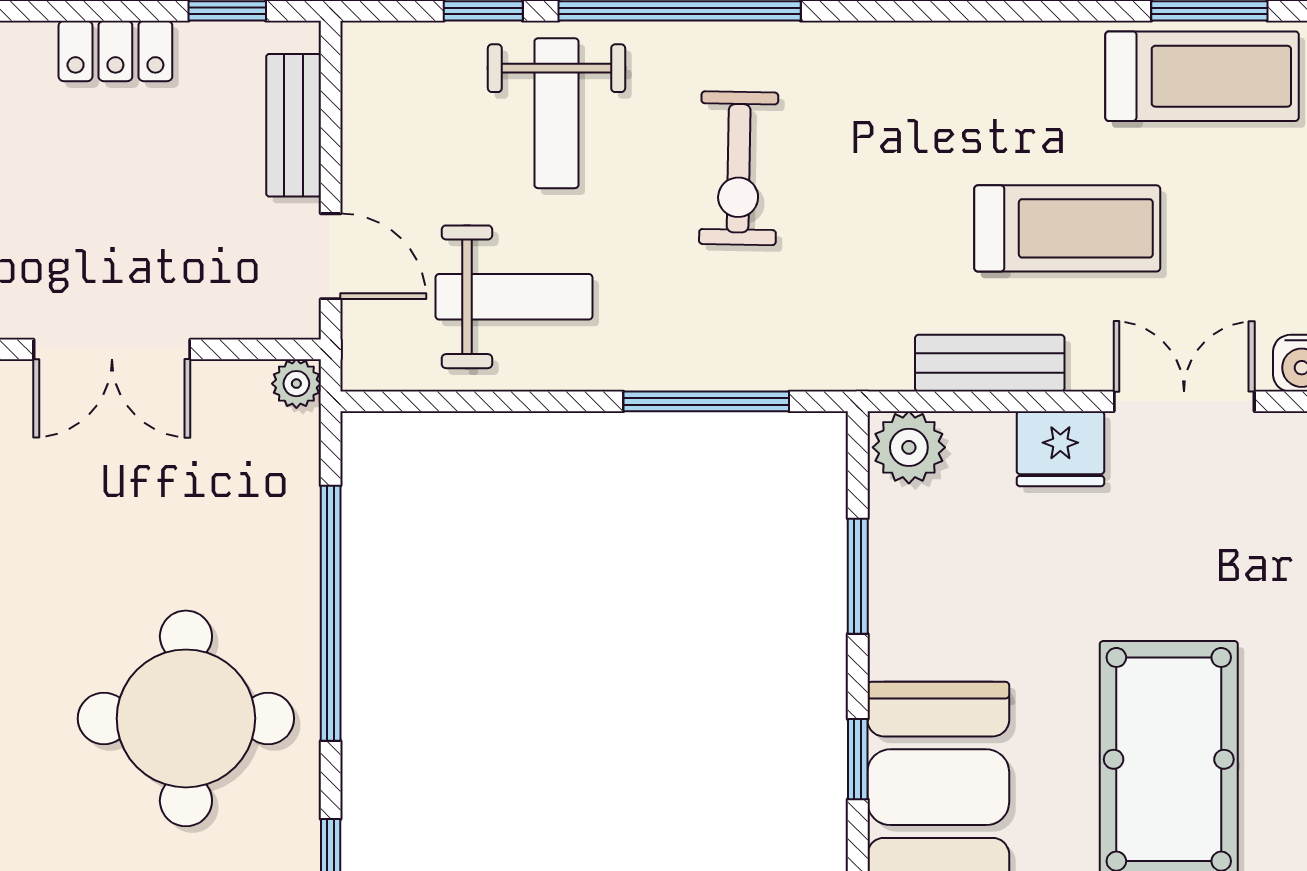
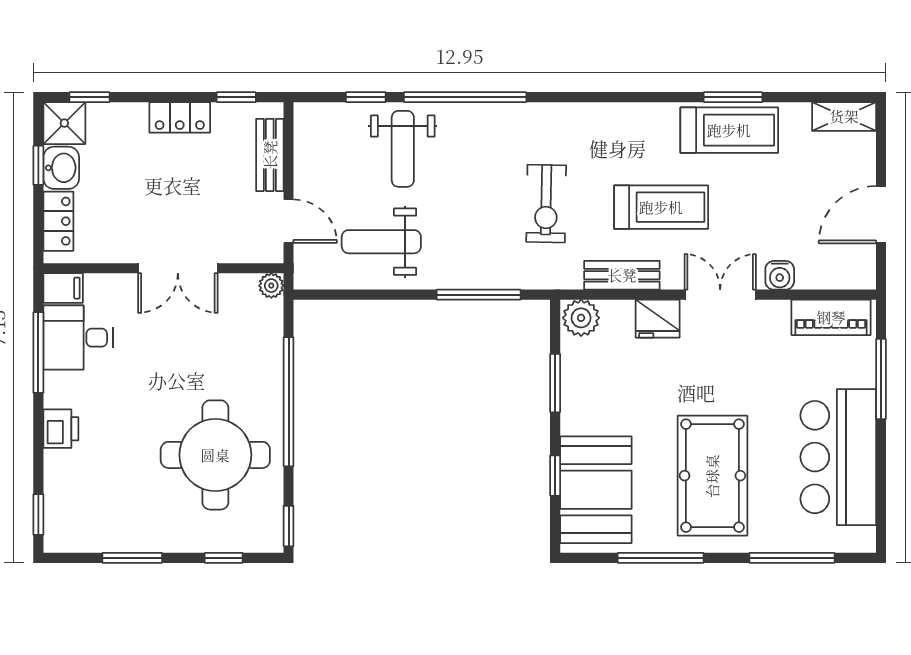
exercise bike: (739, 168) -> (546, 204), moved
weight bench: (514, 297) -> (381, 242), turned 180

